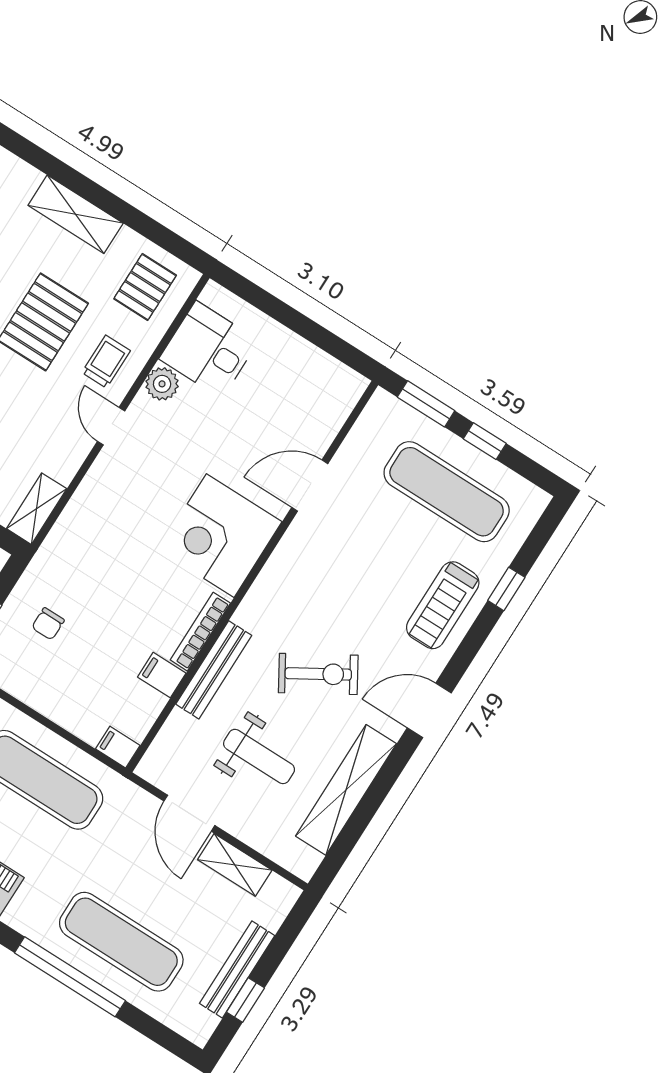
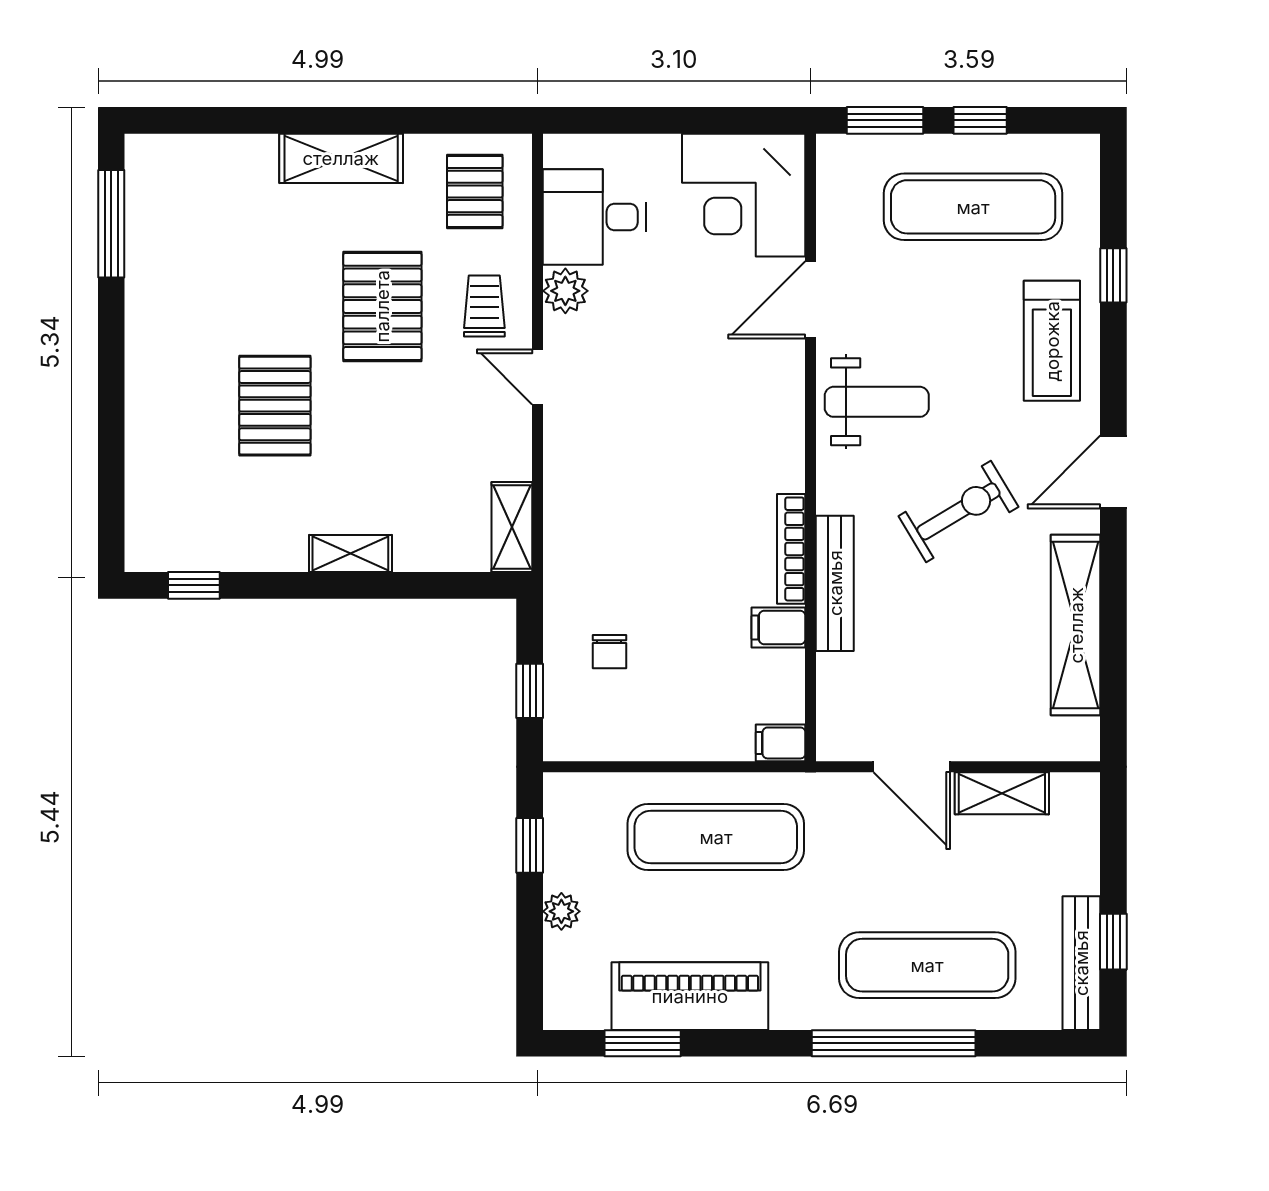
corner desk: (220, 536) -> (744, 195), moved
weight bench: (259, 756) -> (877, 402), moved
bench: (237, 970) -> (1081, 963), moved

